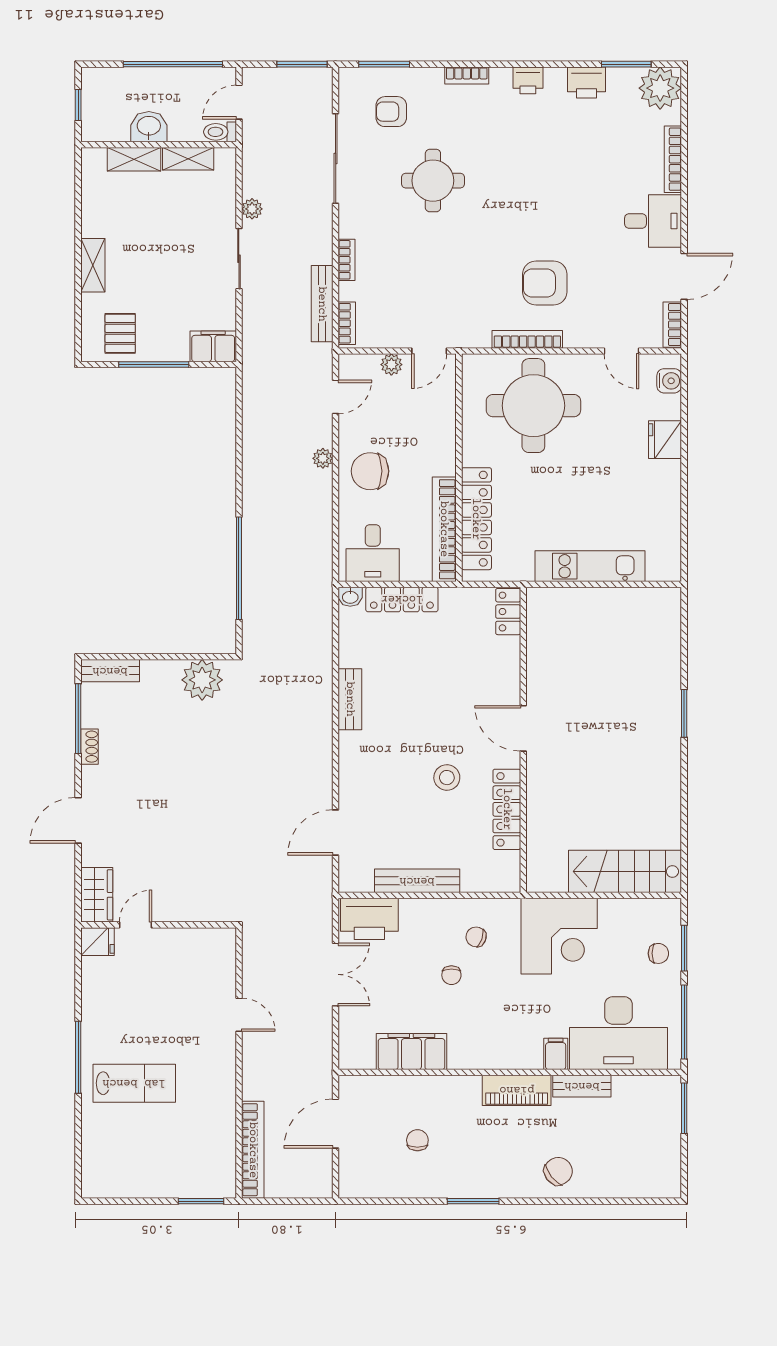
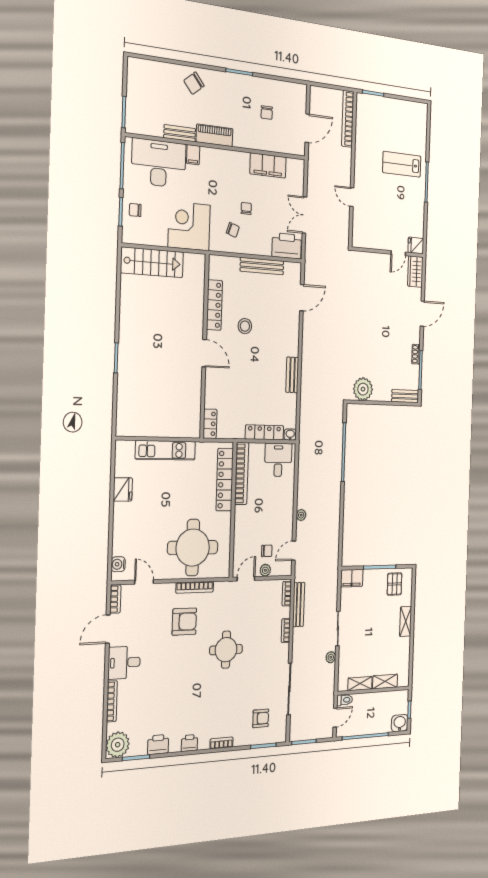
washbasin: (149, 127) -> (400, 723), moved, turned 180
round table: (433, 181) -> (226, 650), moved
fridge: (665, 440) -> (123, 489), moved
chair: (370, 471) -> (267, 551), moved, width x0.54, depth x0.54

